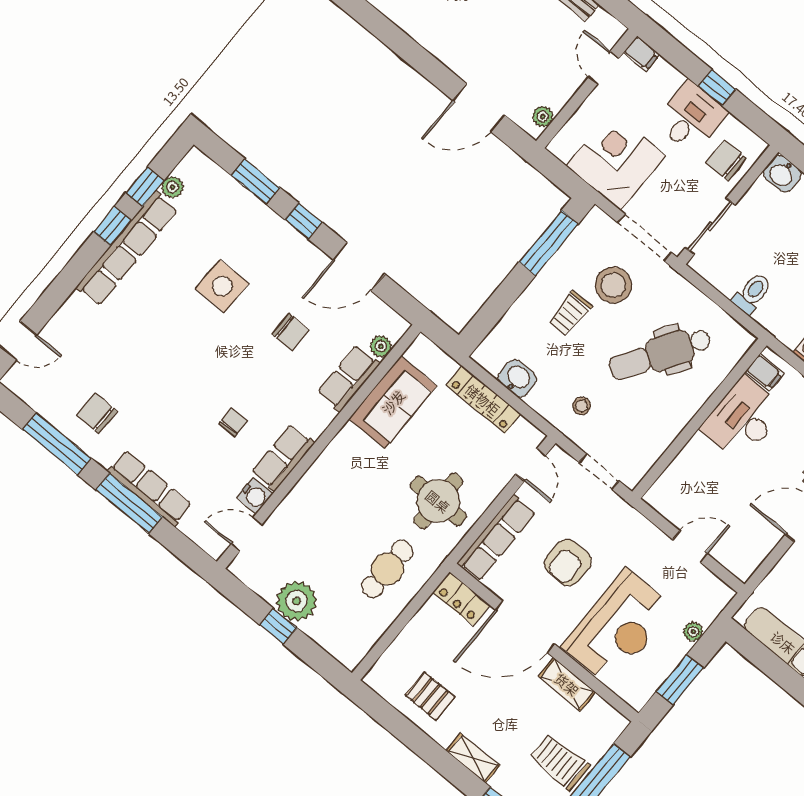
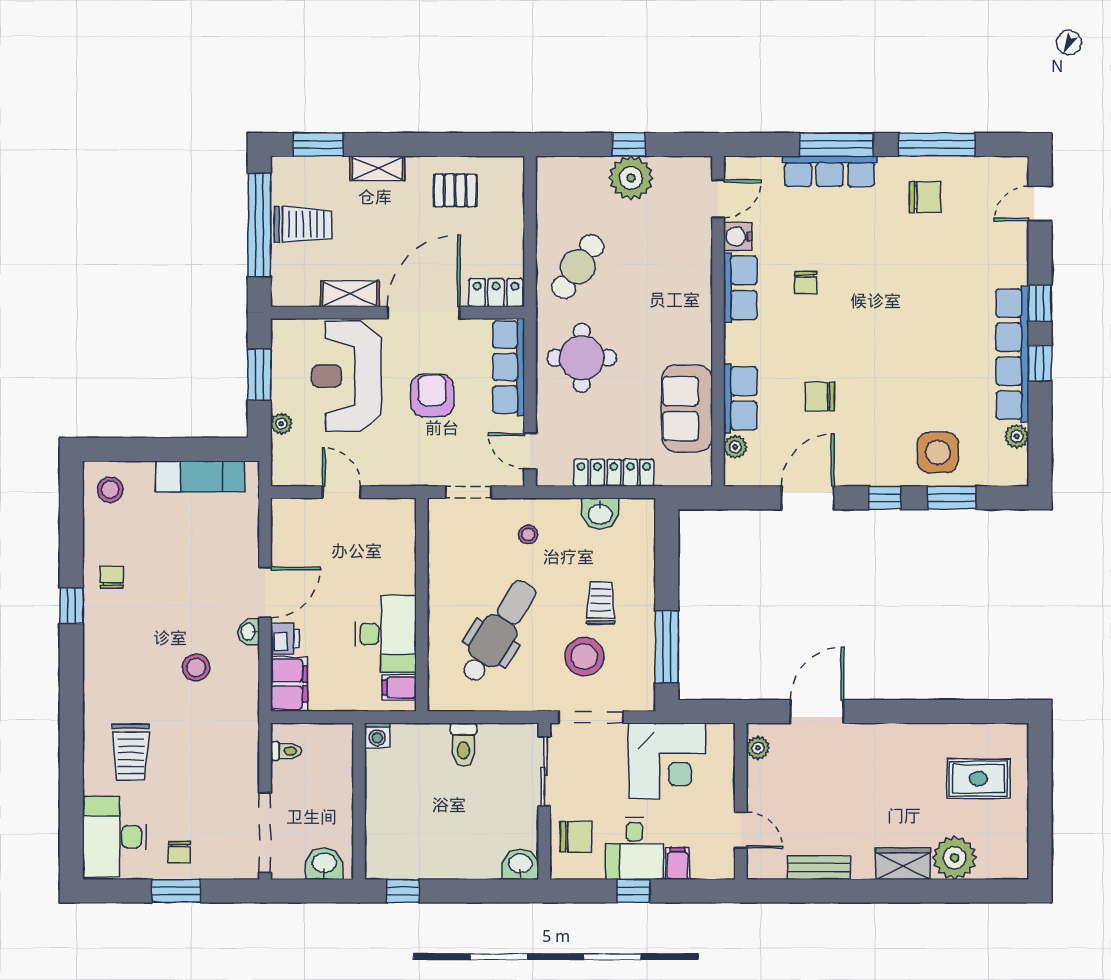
filing cabinet: (642, 54) -> (678, 864), moved, turned 90
window: (145, 187) -> (1040, 303), moved
side table: (222, 286) -> (938, 452), moved
door: (690, 547) -> (342, 492), swing flipped
cafe table: (387, 569) -> (578, 267), turned 34

